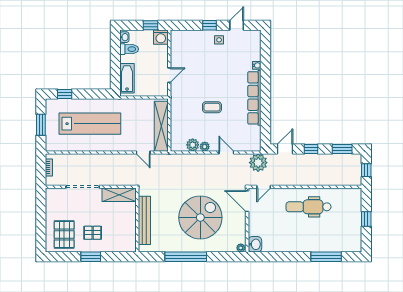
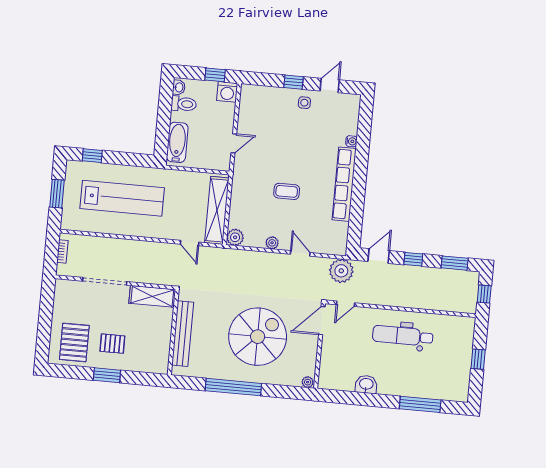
plant: (193, 145) -> (235, 237), moved
door: (247, 201) -> (322, 321), hinge flipped
washbasin: (255, 244) -> (366, 384), moved, turned -90

